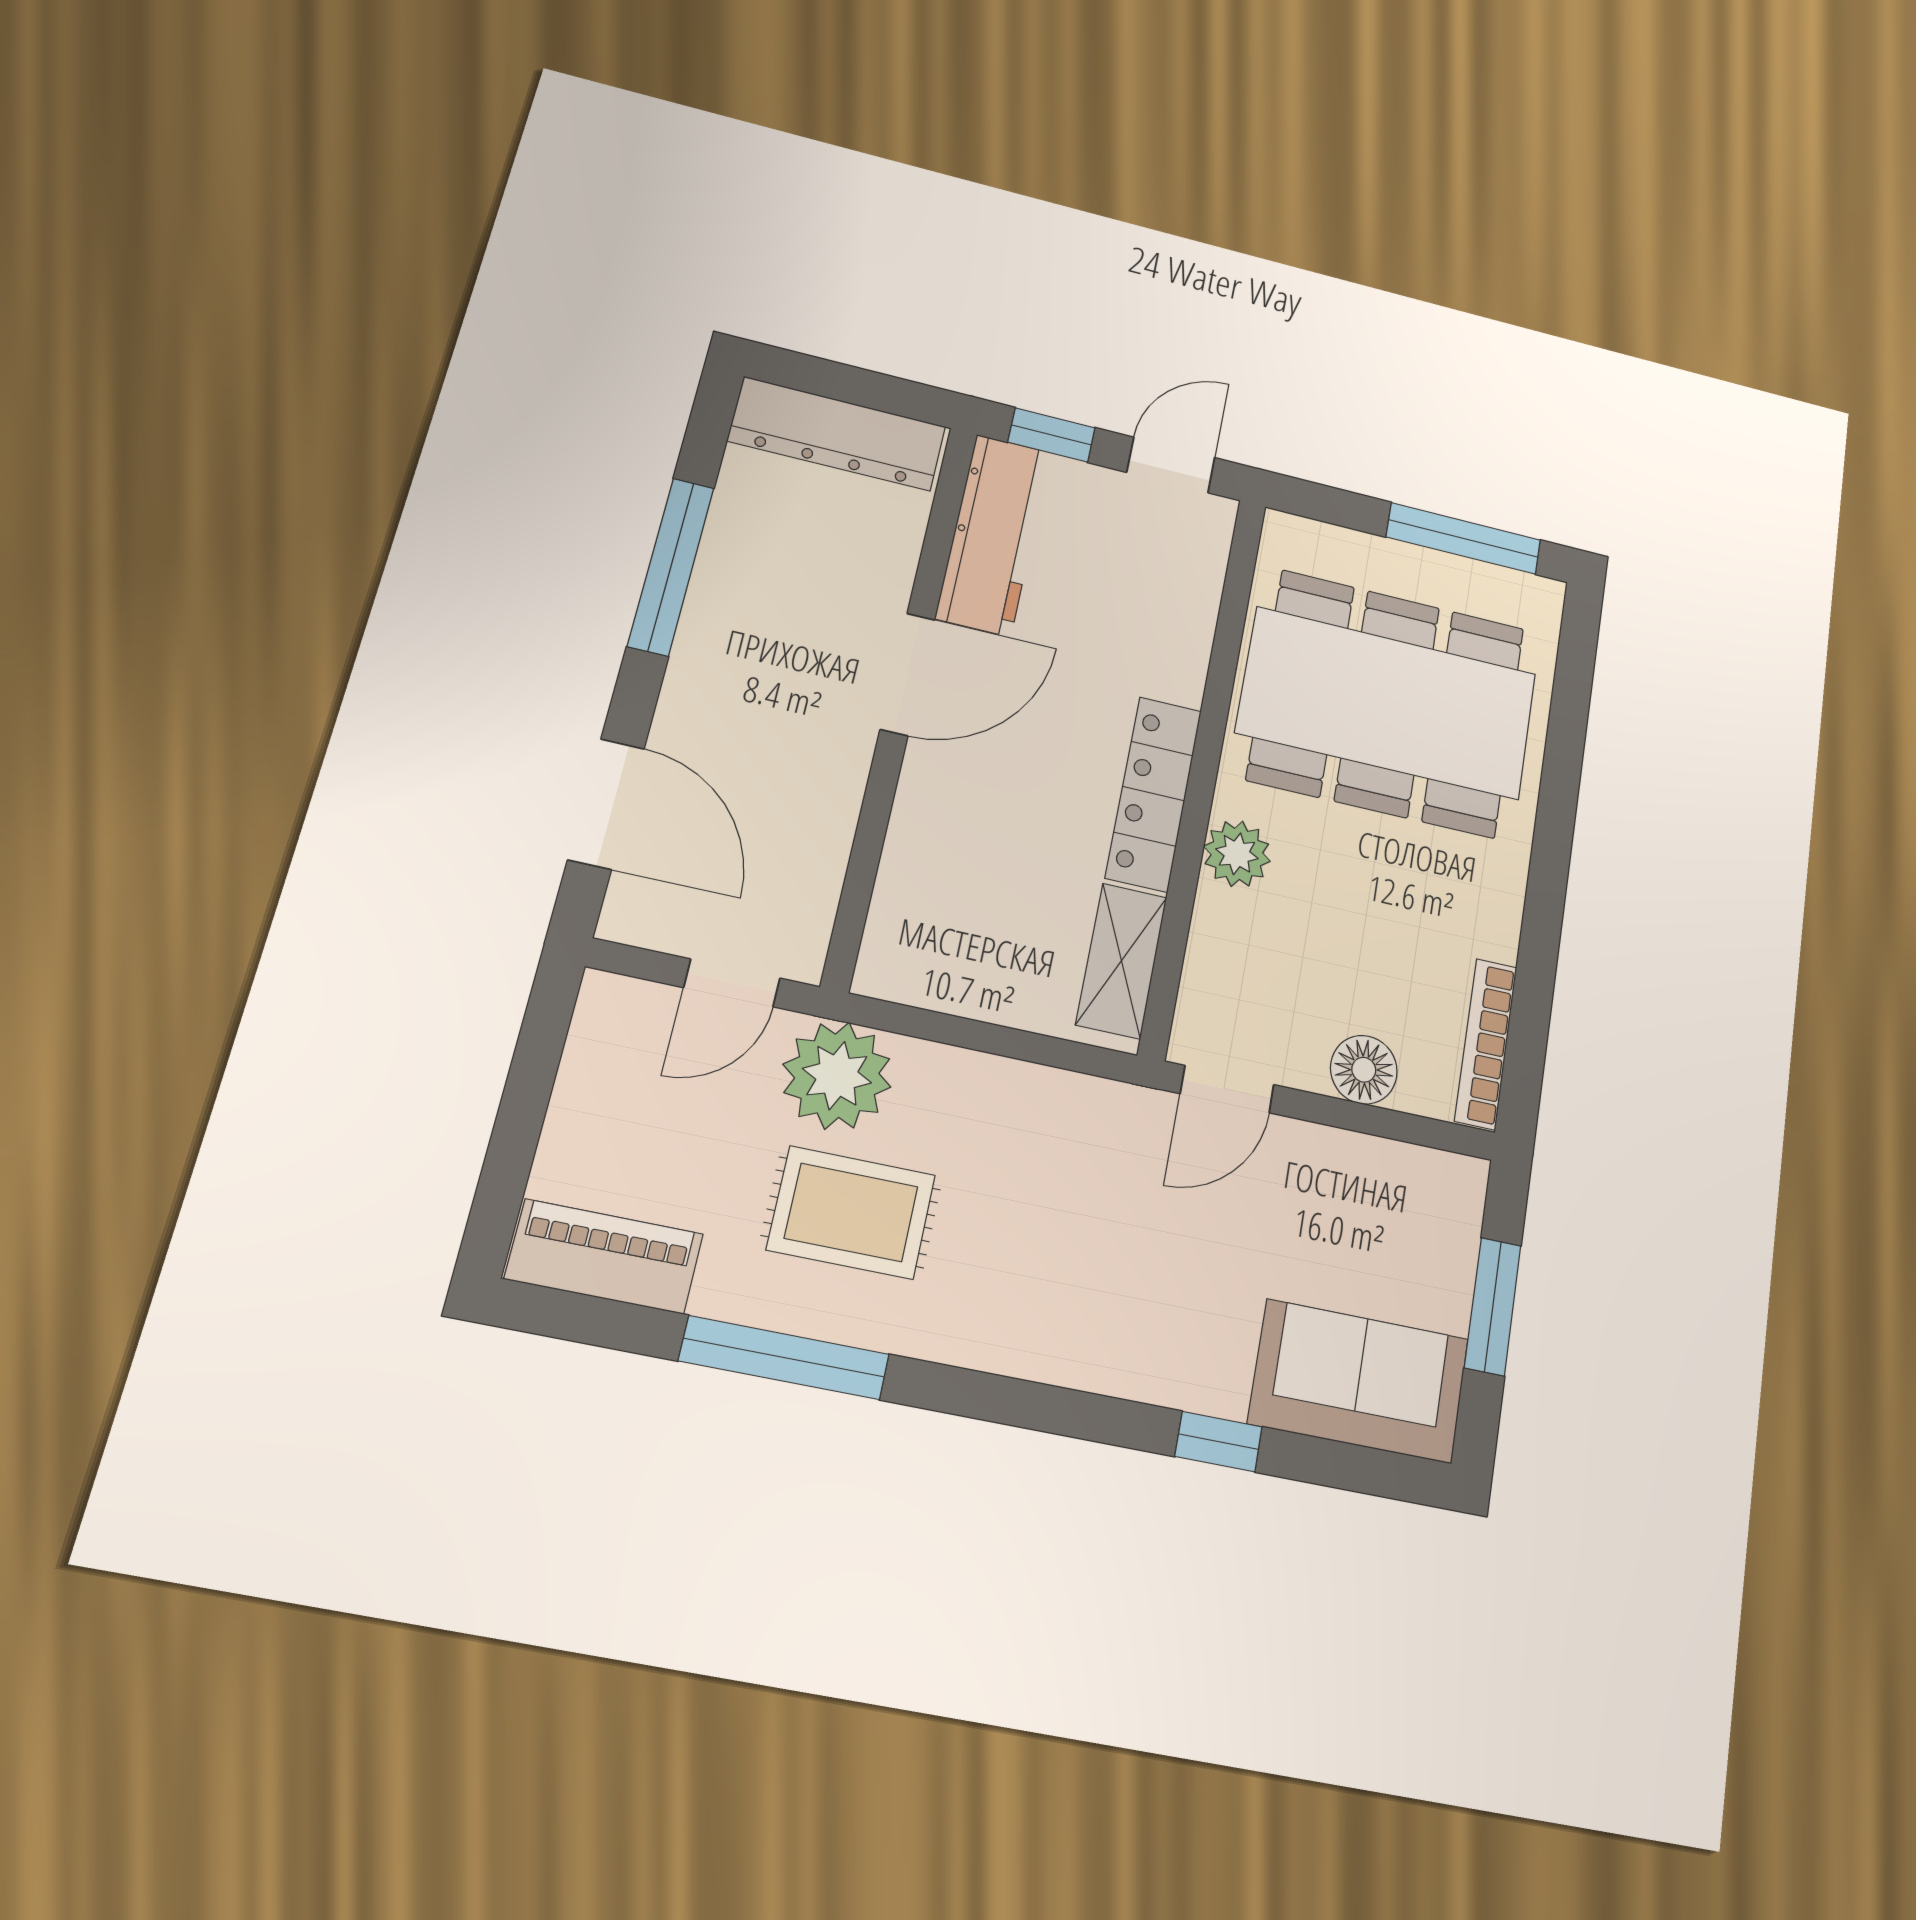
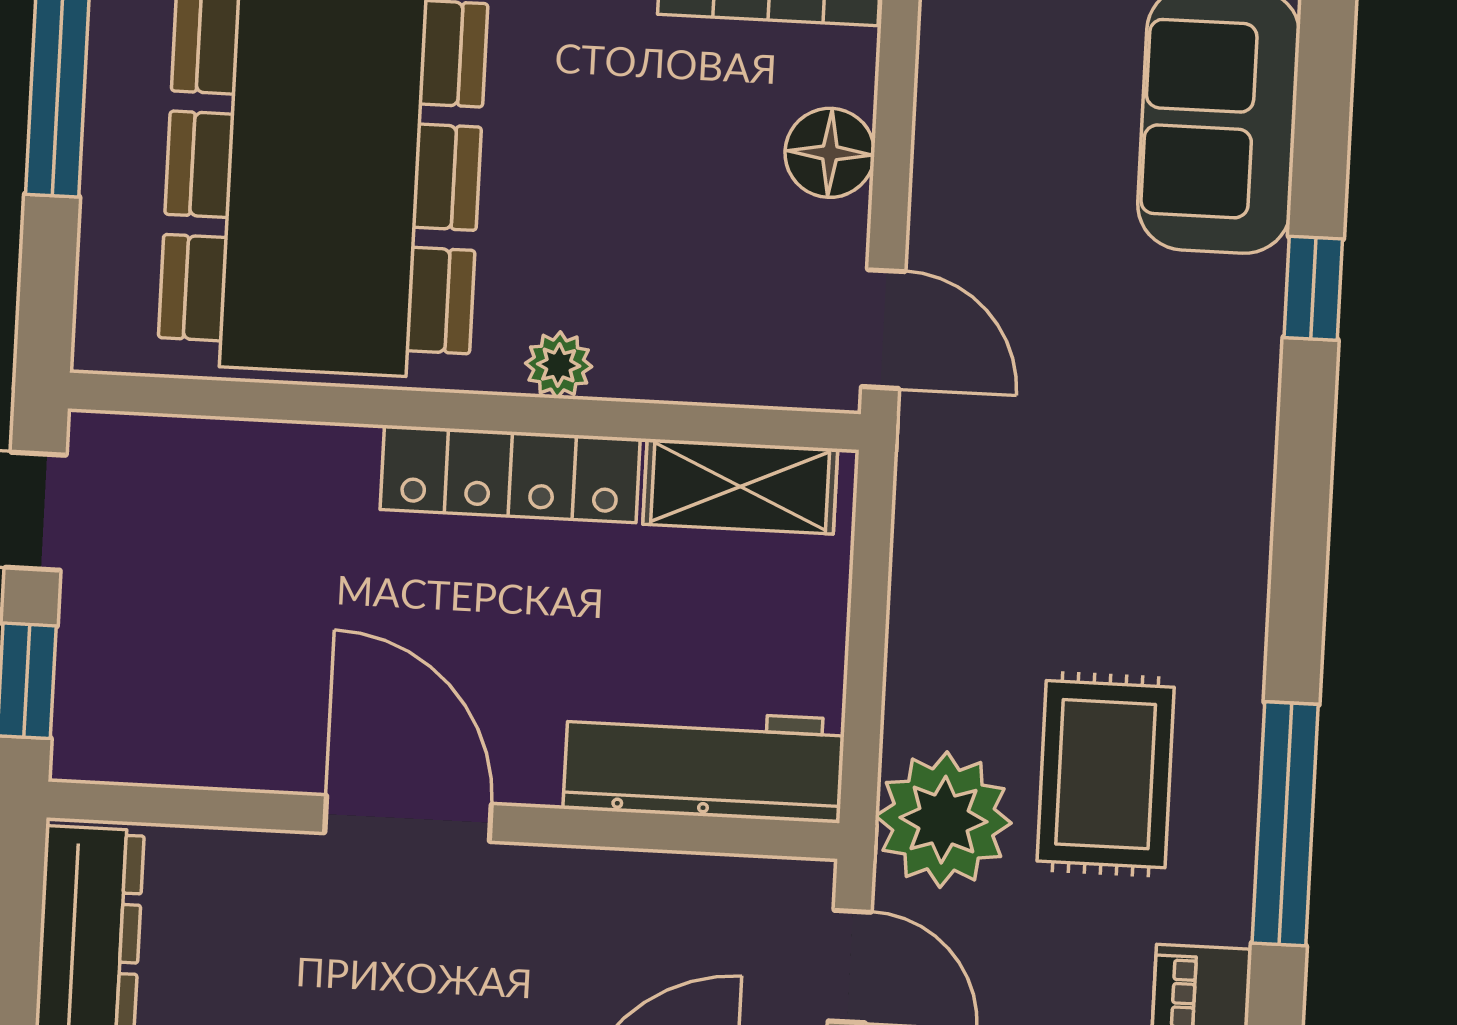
workbench: (993, 535) -> (704, 764), moved
plant: (1237, 854) -> (559, 365), width x0.73, depth x0.73

